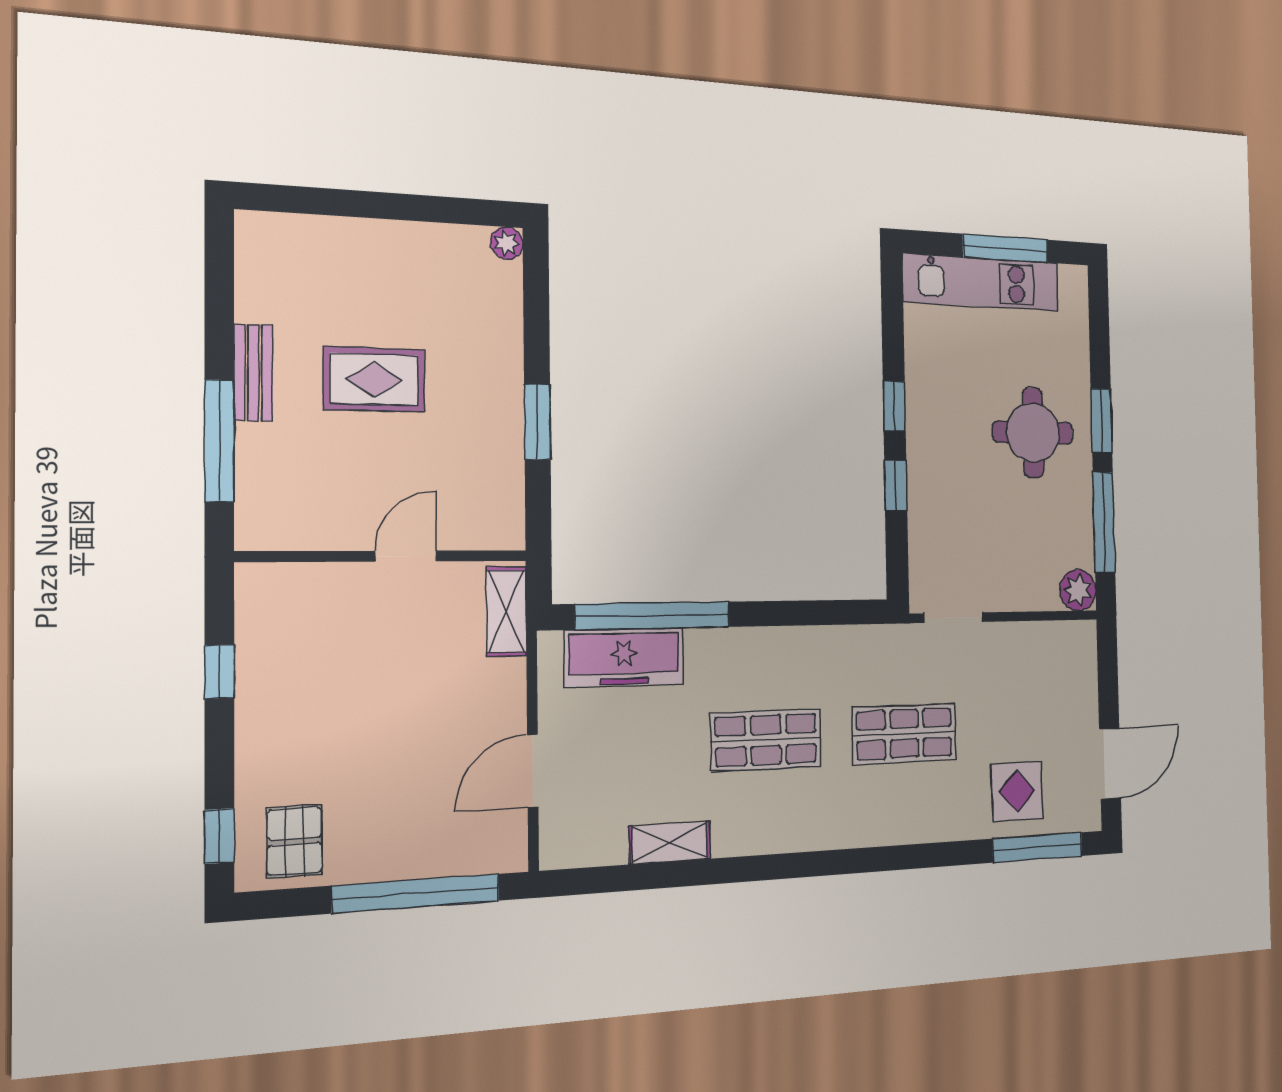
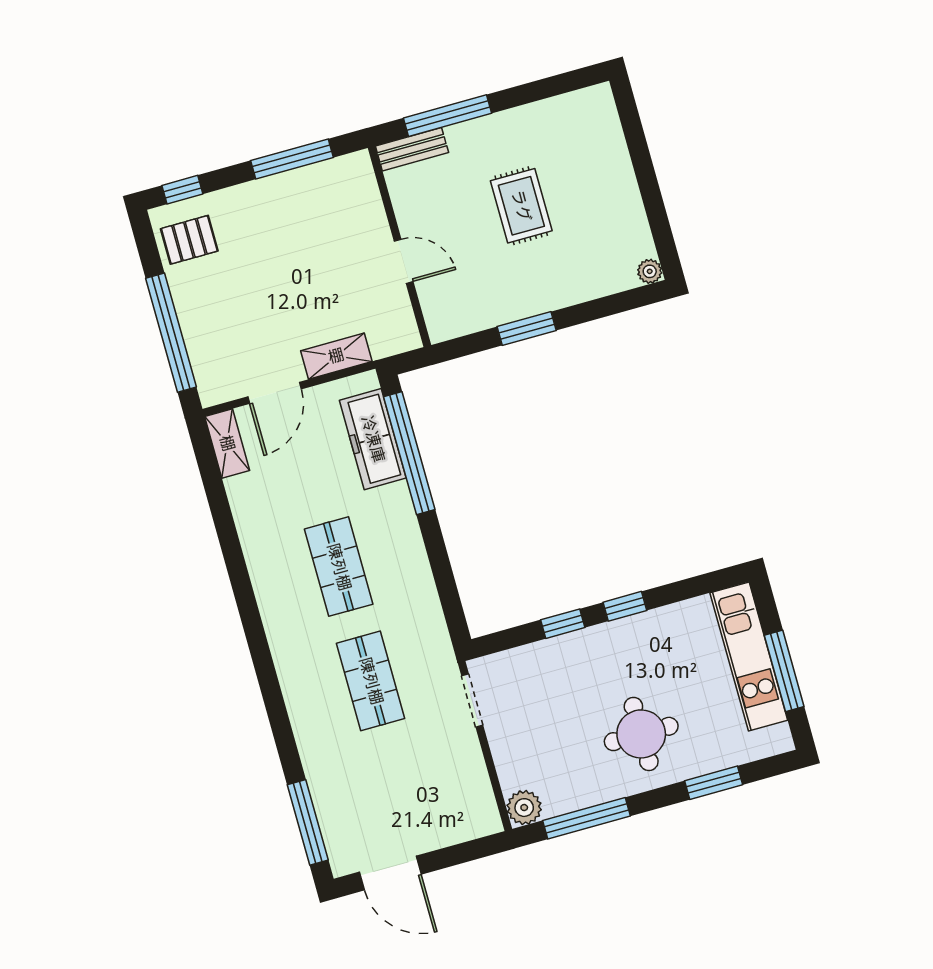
bench: (253, 373) -> (412, 149), moved
window: (1101, 421) -> (714, 783), moved
shelving: (506, 611) -> (336, 356), moved
window: (219, 672) -> (292, 159), width x2.17
door: (533, 771) -> (274, 393), swing flipped
display table: (1017, 791) -> (348, 792), removed
shelving: (670, 843) -> (227, 443), moved

